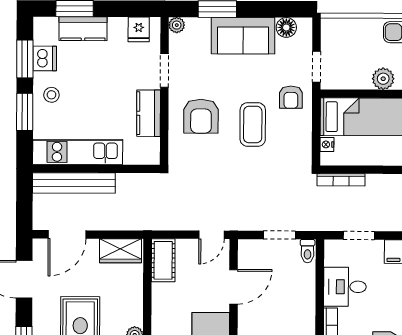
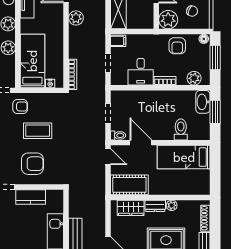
wardrobe: (121, 251) -> (131, 208), moved, turned 90
toilet: (308, 251) -> (118, 135), moved
cot: (163, 260) -> (129, 185), width x1.37, depth x1.34
dresser: (134, 309) -> (155, 206), added

